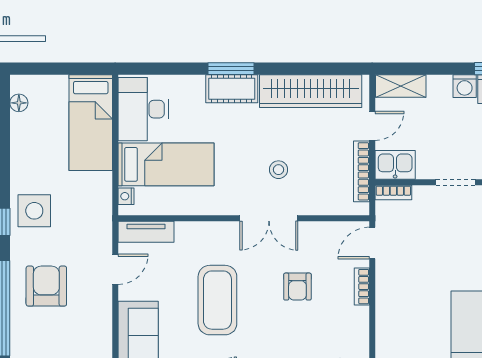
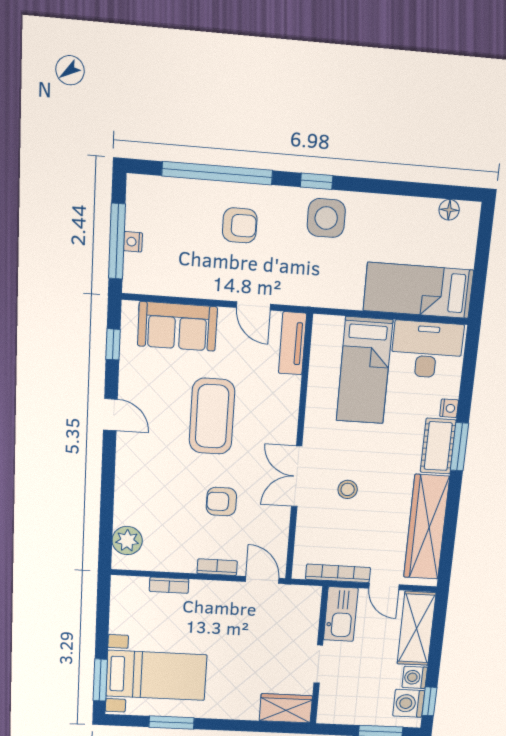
shelving: (401, 86) -> (416, 628), width x1.50, depth x1.33
kitchen sink: (395, 165) -> (341, 614), width x1.38
bookcase: (393, 192) -> (169, 585), moved, turned -90
nightstand: (126, 196) -> (449, 408), moved, turned 90
armchair: (46, 286) -> (240, 225), width x0.72, depth x0.72
coffee table: (217, 300) -> (212, 416), turned 90

